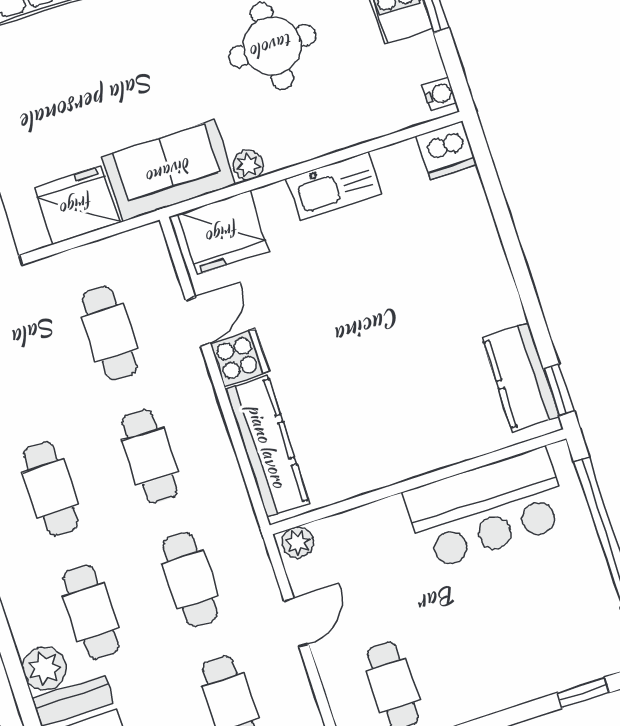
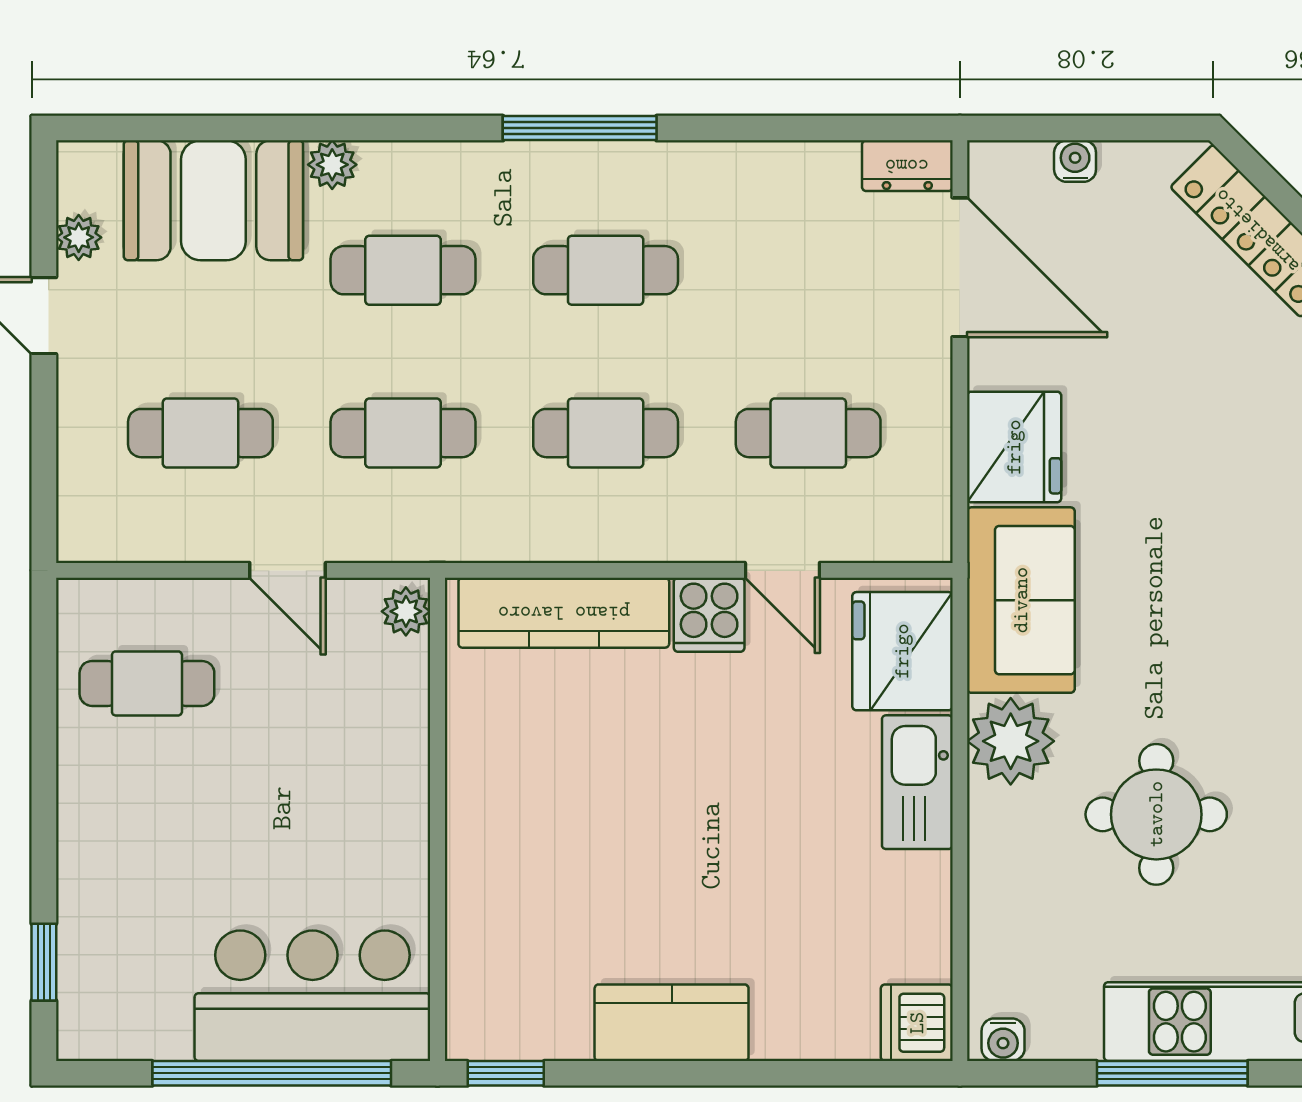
plant: (248, 165) -> (1011, 741), width x1.87, depth x1.87
kitchen sink: (335, 186) -> (917, 782), moved
kitchen counter: (521, 377) -> (672, 1023), moved
bar counter: (487, 508) -> (312, 996), moved, turned 90
plant: (45, 669) -> (332, 165), width x0.73, depth x0.73

